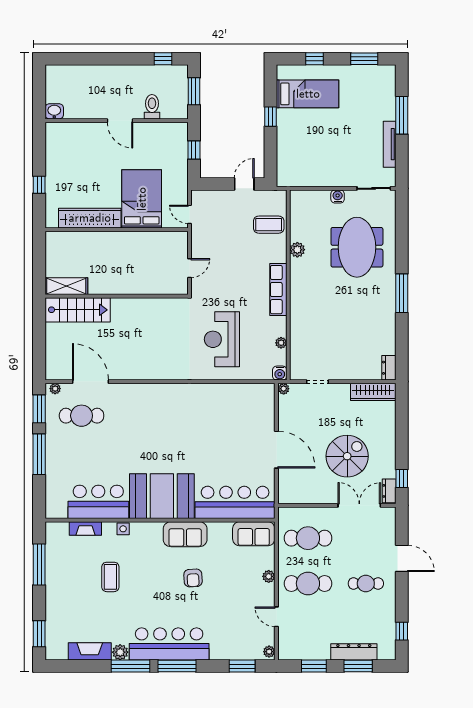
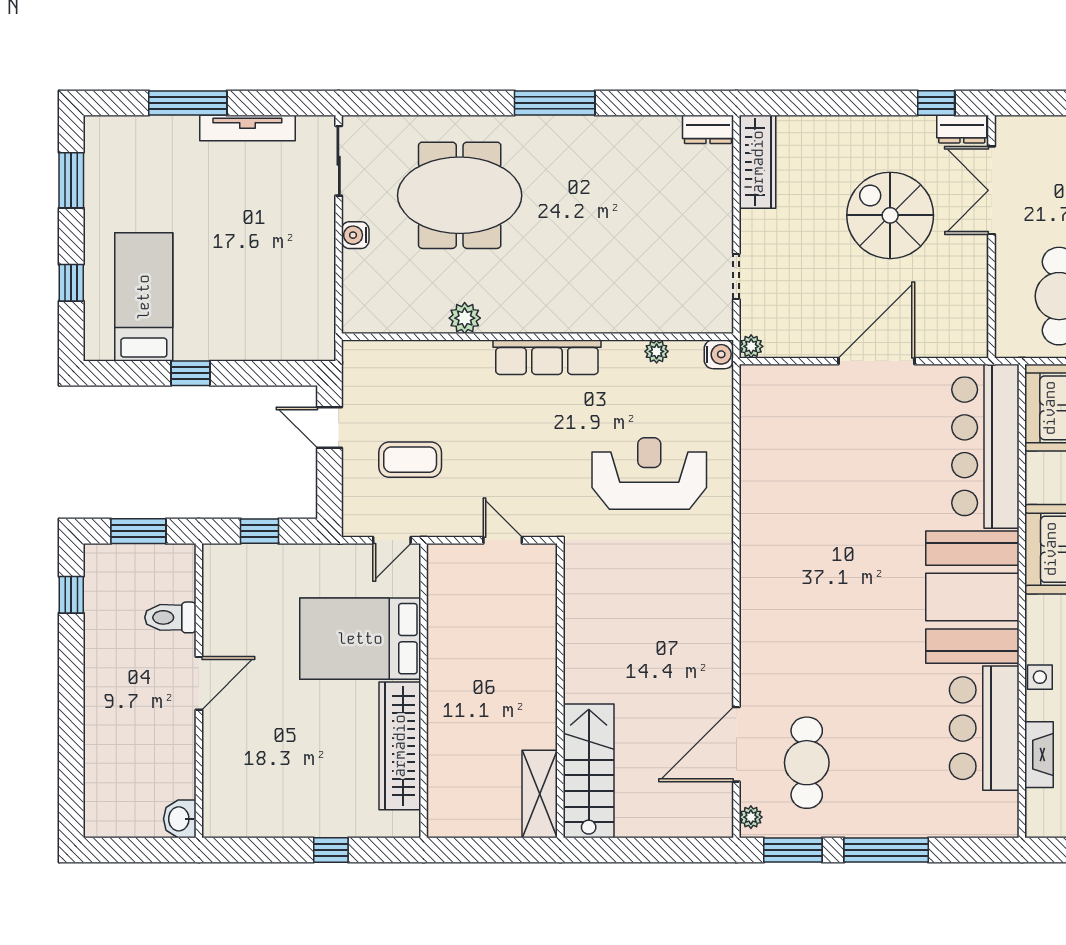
coffee table: (269, 225) -> (410, 460), moved, turned 90
reception desk: (222, 339) -> (649, 473), turned 180

